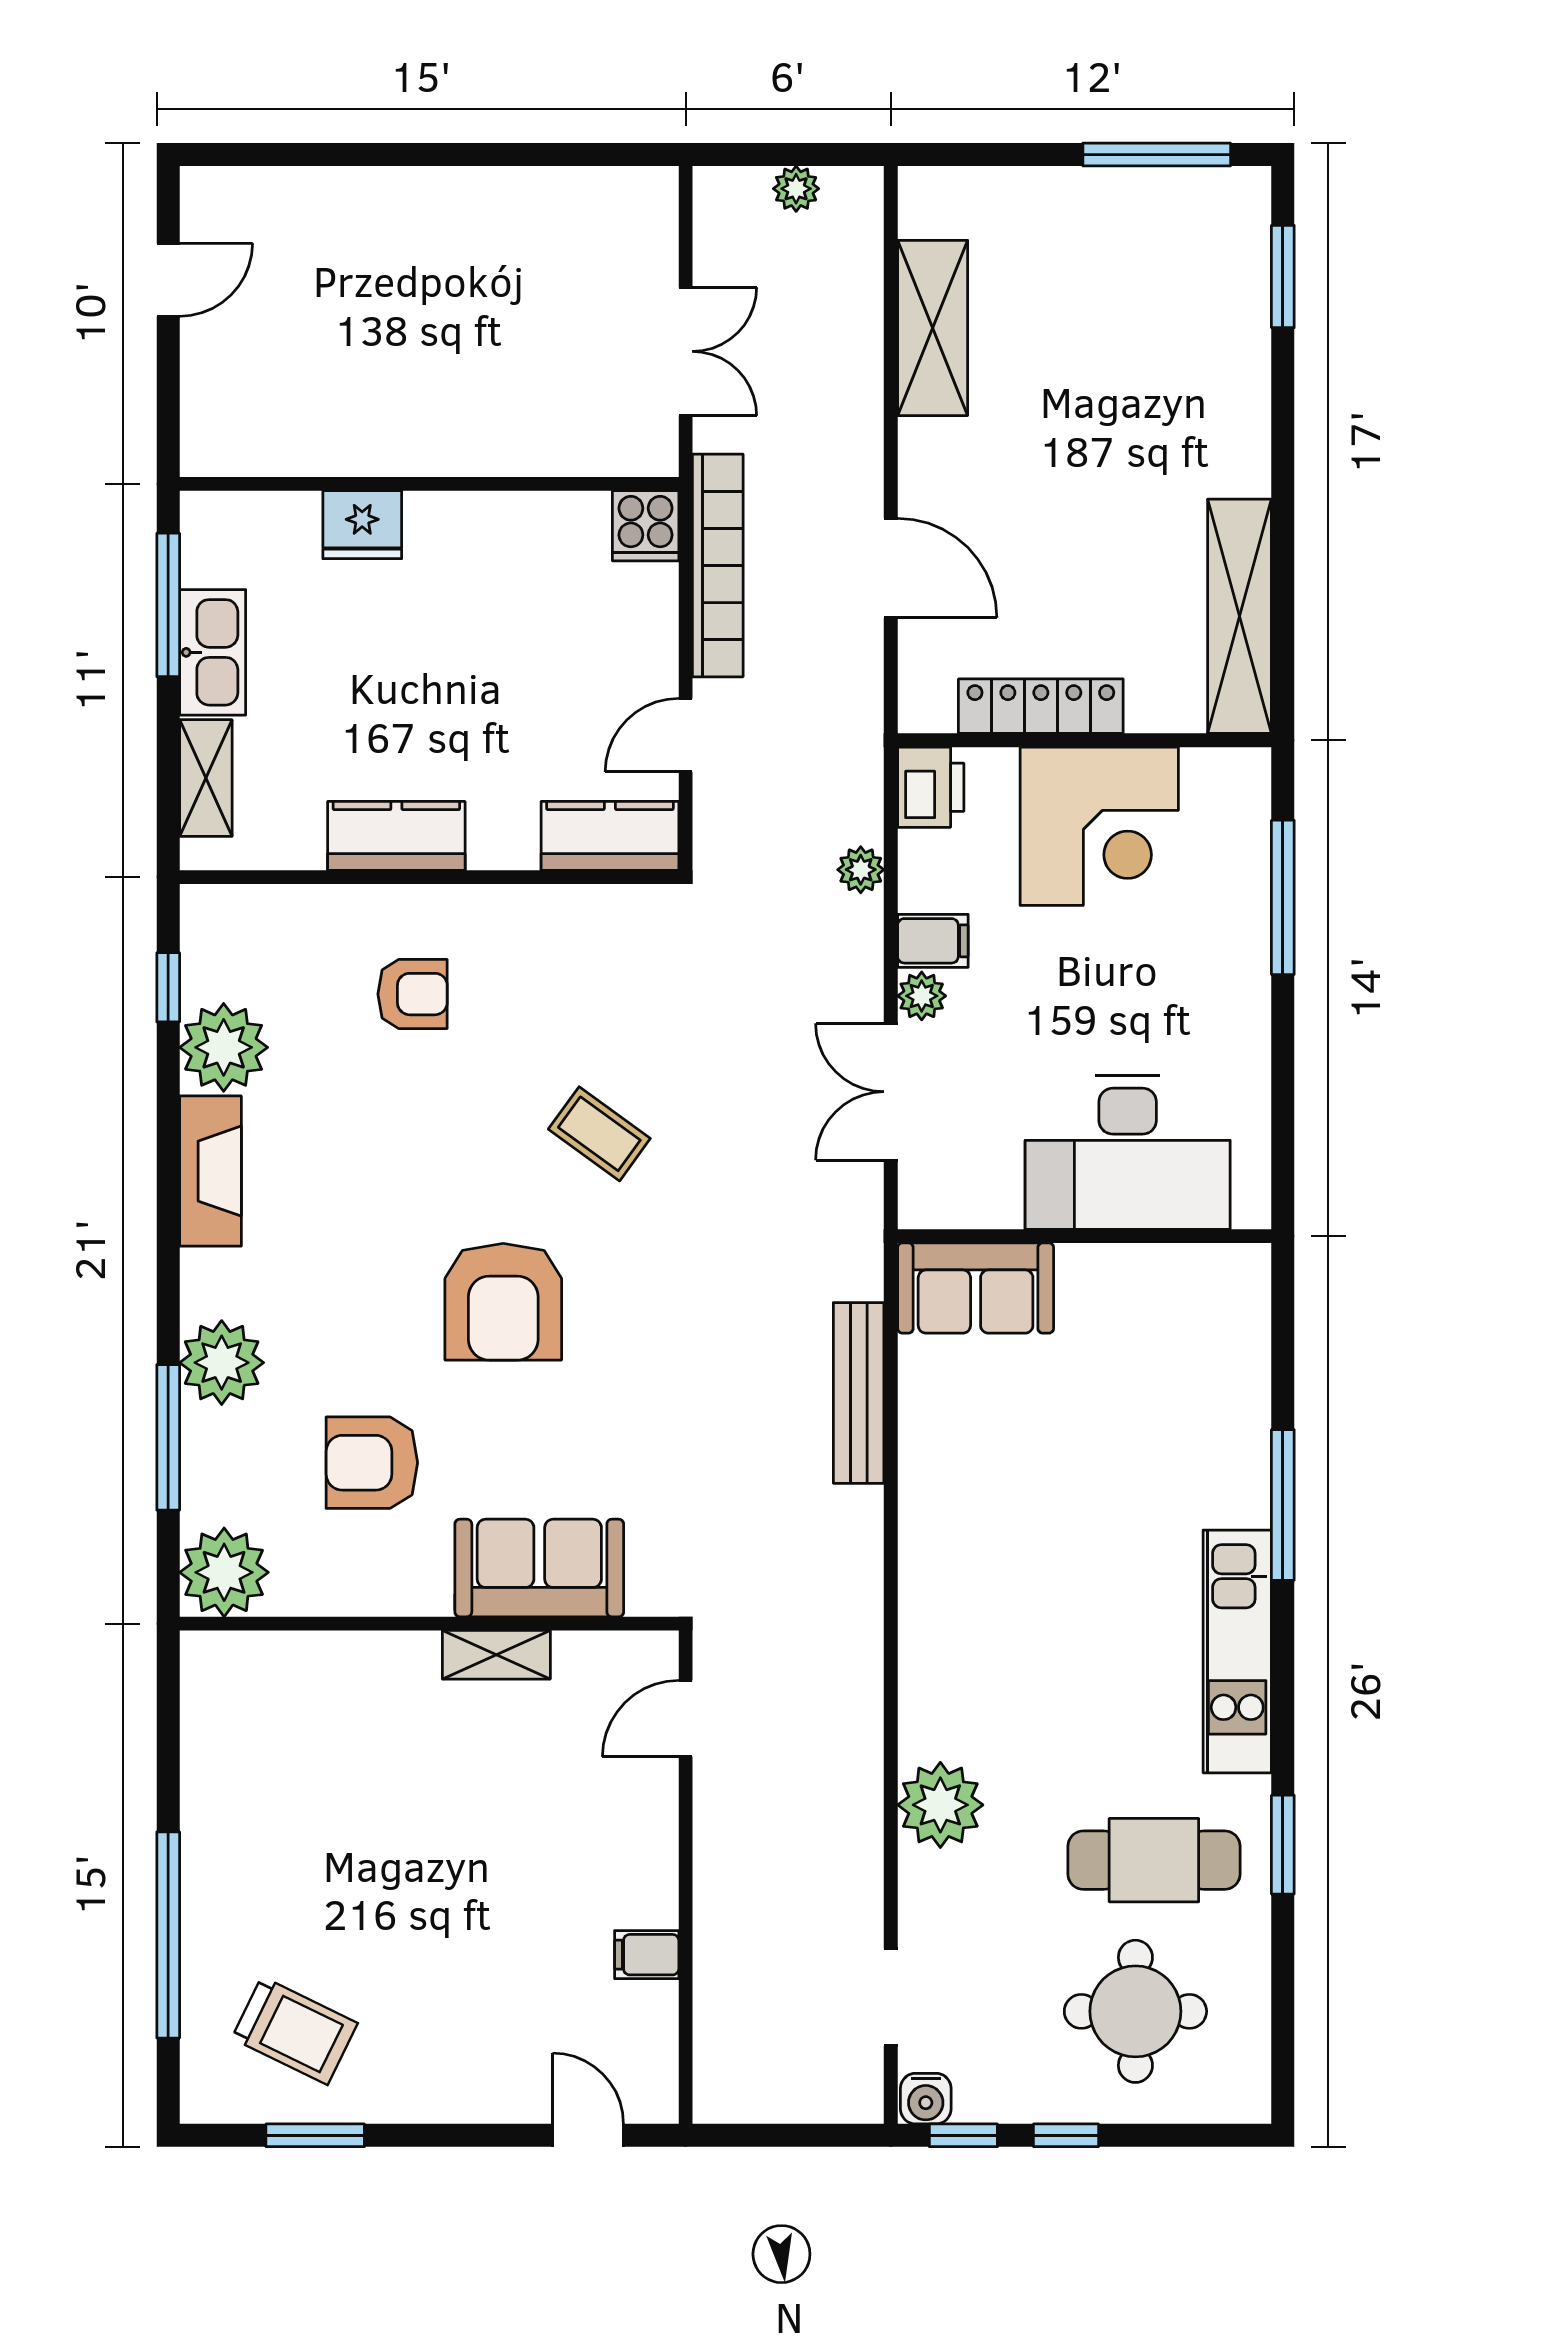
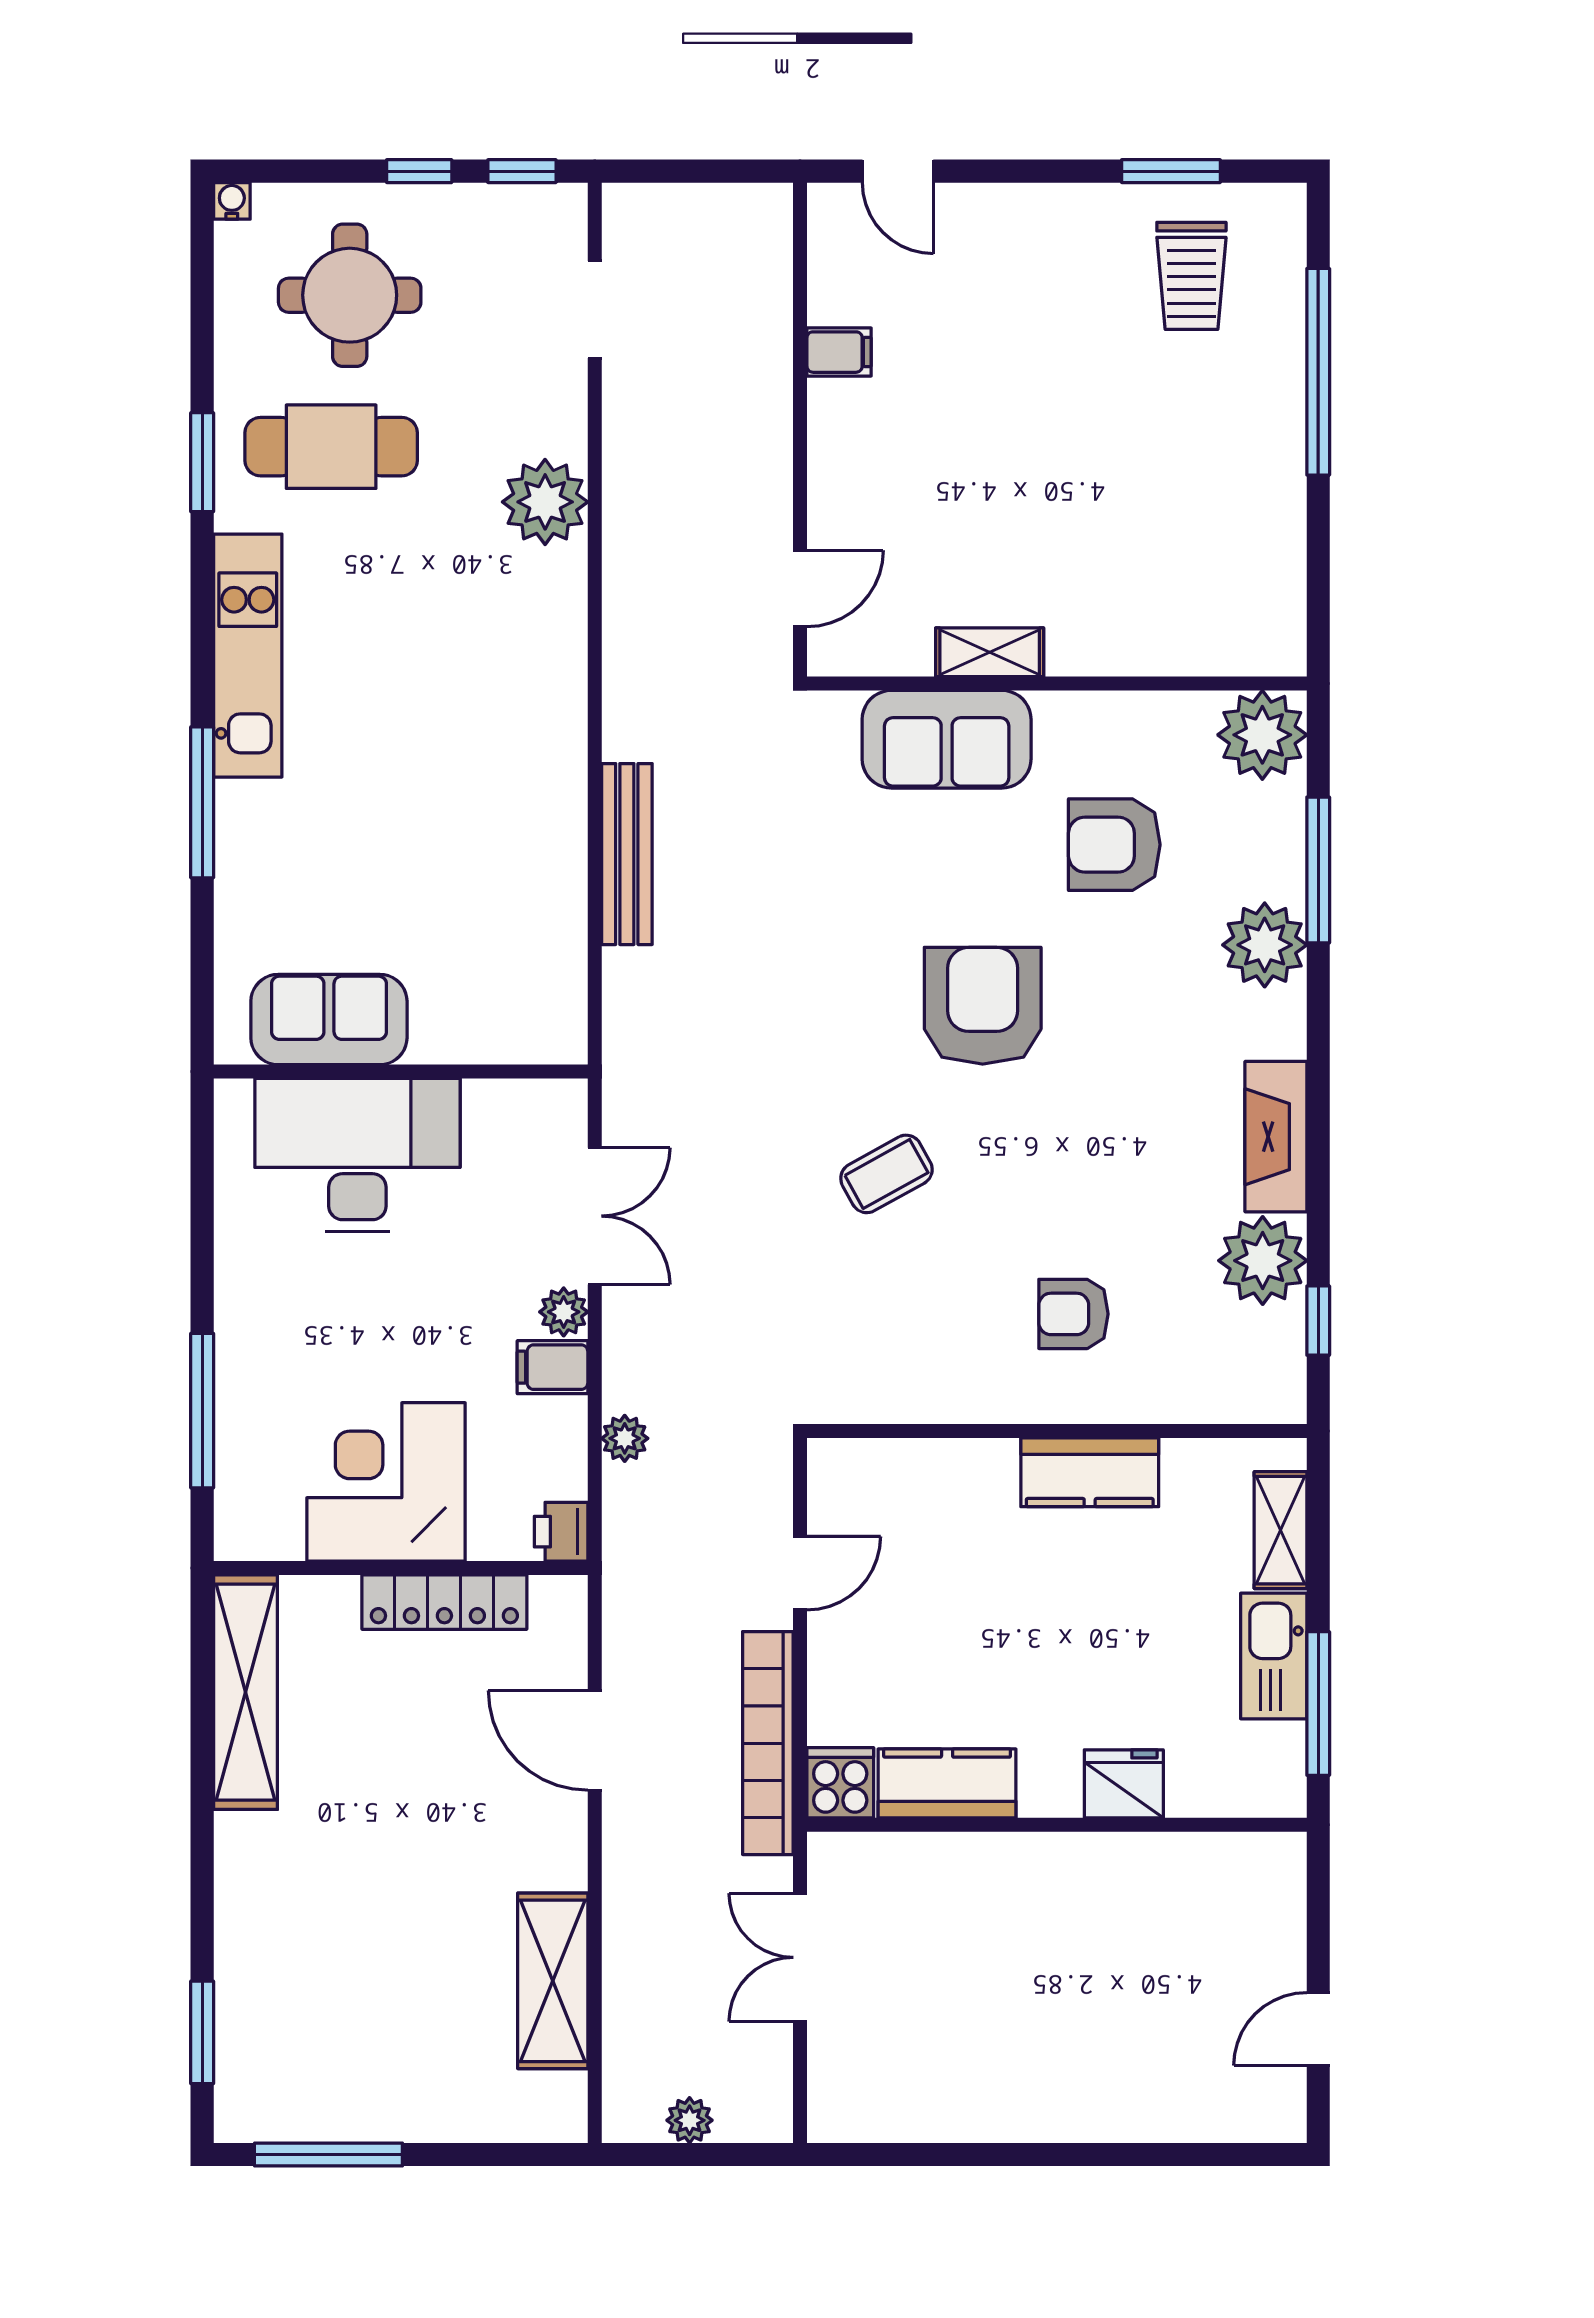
printer: (931, 787) -> (561, 1532), width x0.73, depth x0.81
kitchen counter: (610, 836) -> (947, 1783), moved, turned 180
coffee table: (599, 1134) -> (886, 1174), turned -65
sofa: (976, 1288) -> (329, 1020), moved
bench: (859, 1393) -> (627, 854), moved
armchair: (372, 1463) -> (1114, 845), turned 180
trolley: (295, 2031) -> (1191, 276), turned -116
water cooler: (926, 2099) -> (232, 201), moved, width x0.72, depth x0.72

